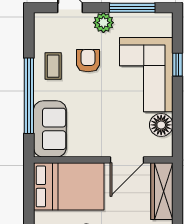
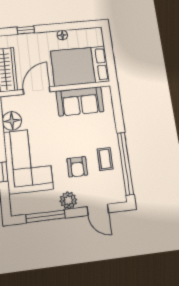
window: (29, 96) -> (125, 163), moved
sofa: (50, 129) -> (80, 101), moved, turned -90

